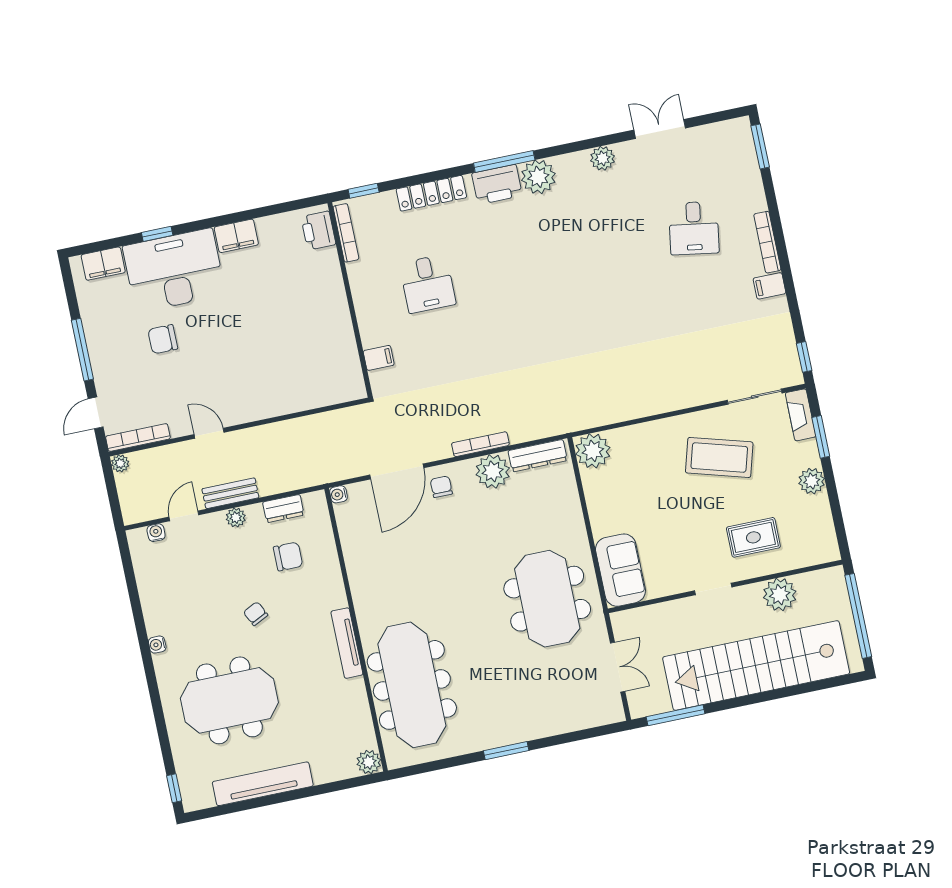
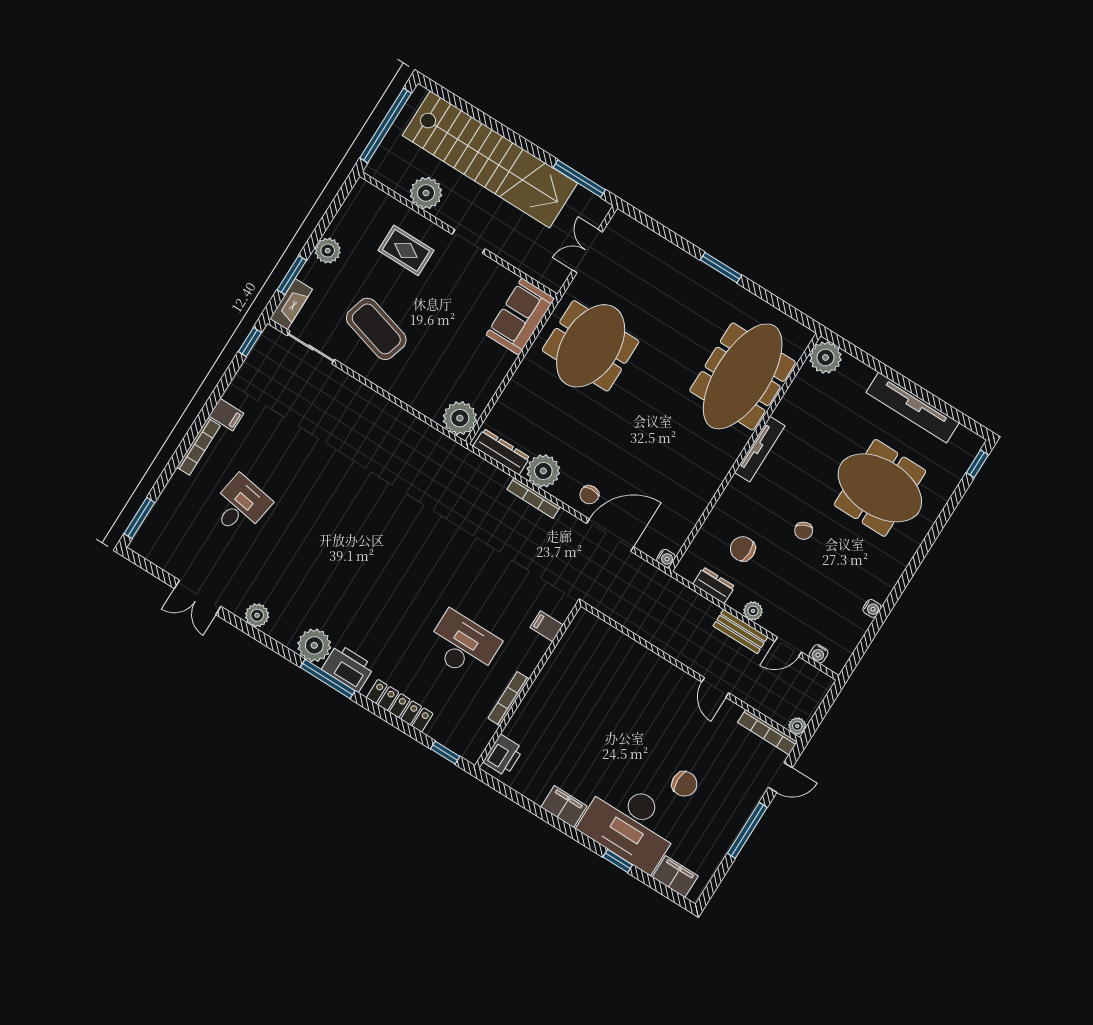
bookcase: (346, 233) -> (509, 699), moved
desk: (428, 284) -> (463, 645), width x1.37
water cooler: (157, 645) -> (872, 608), moved
plant: (369, 762) -> (826, 358), width x1.36, depth x1.36

